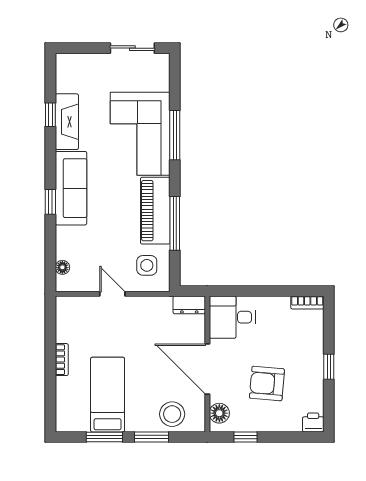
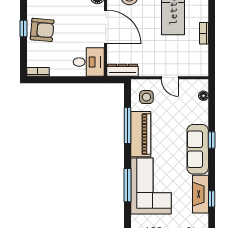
dresser: (189, 305) -> (122, 70), width x1.44
armchair: (267, 384) -> (42, 30), moved

